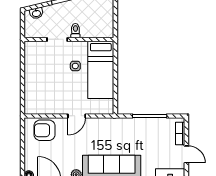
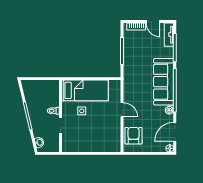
armchair: (45, 130) -> (134, 136), turned 180
door: (186, 154) -> (153, 22), swing flipped

